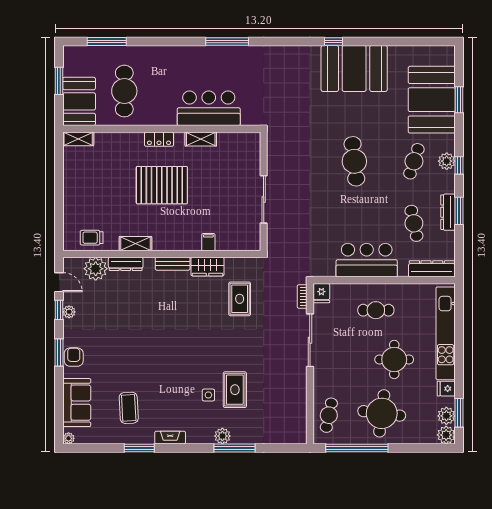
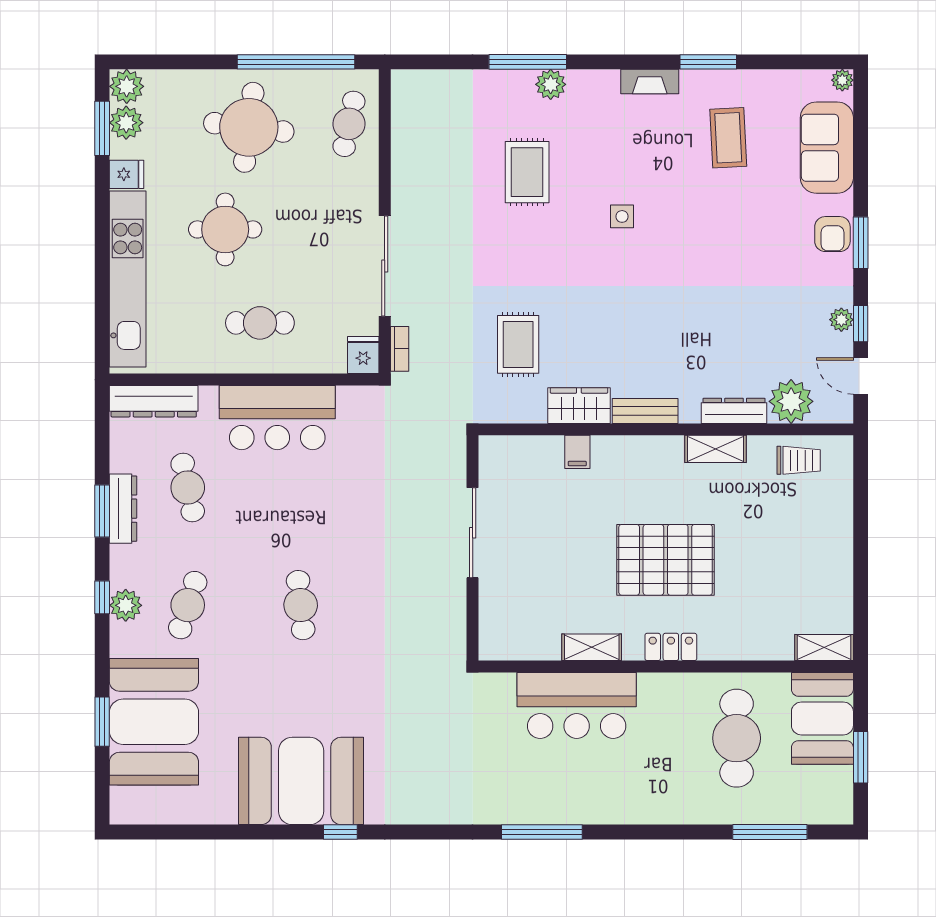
cafe table: (354, 161) -> (301, 605), width x0.73, depth x0.74
side table: (208, 395) -> (622, 216), moved

